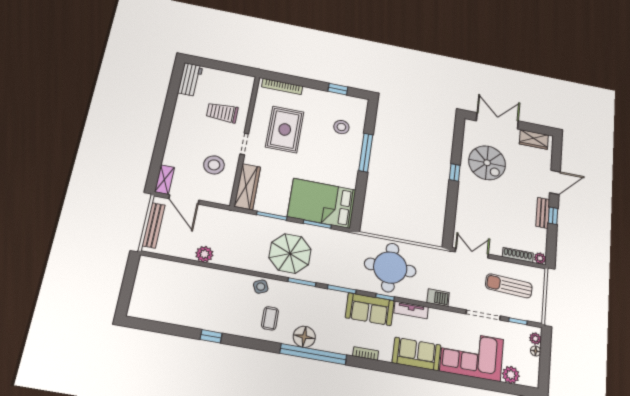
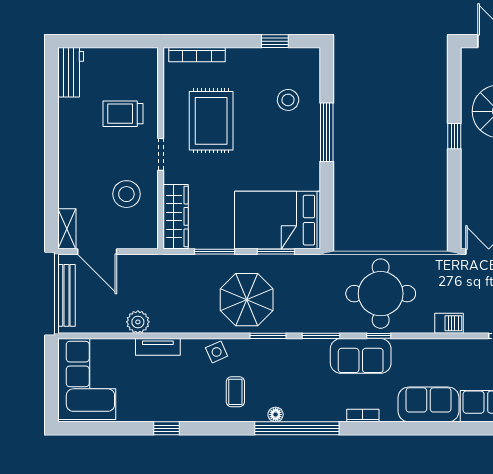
corner sofa: (156, 288) -> (87, 379), added
tv unit: (411, 310) -> (158, 347), moved
floor lamp: (304, 337) -> (276, 415), width x0.53, depth x0.53

